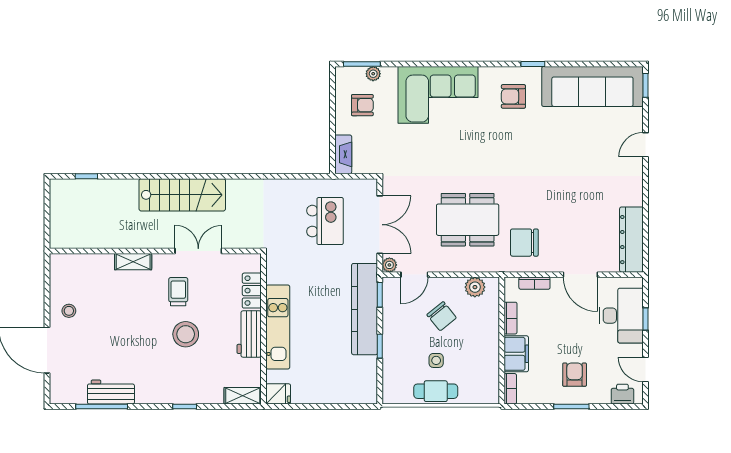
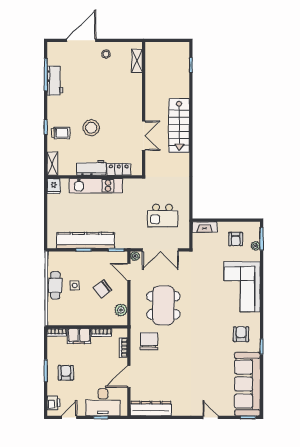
shelving: (133, 262) -> (137, 61), moved
trolley: (178, 292) -> (61, 133), moved
kitchen counter: (365, 309) -> (86, 240), moved
armchair: (575, 375) -> (66, 373), turned -90

